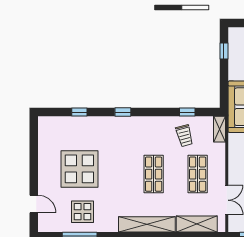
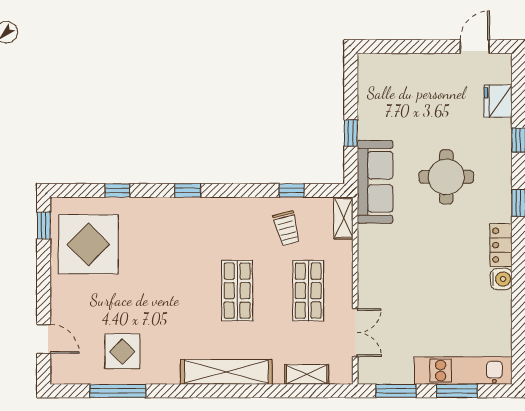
window: (224, 51) -> (351, 133), moved
window: (34, 134) -> (44, 226), added
display table: (79, 169) -> (88, 244), moved
shelving: (197, 224) -> (307, 374), width x0.67, depth x0.75

